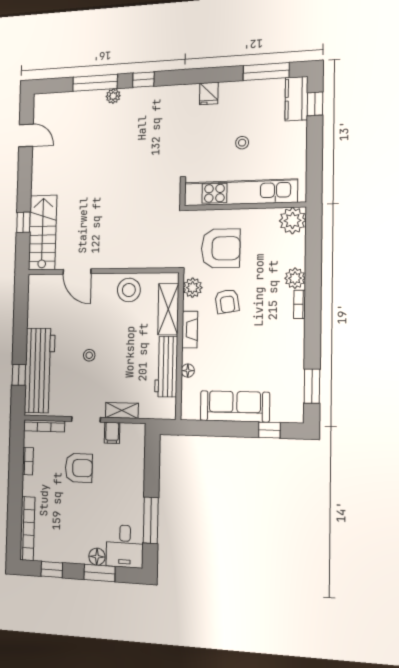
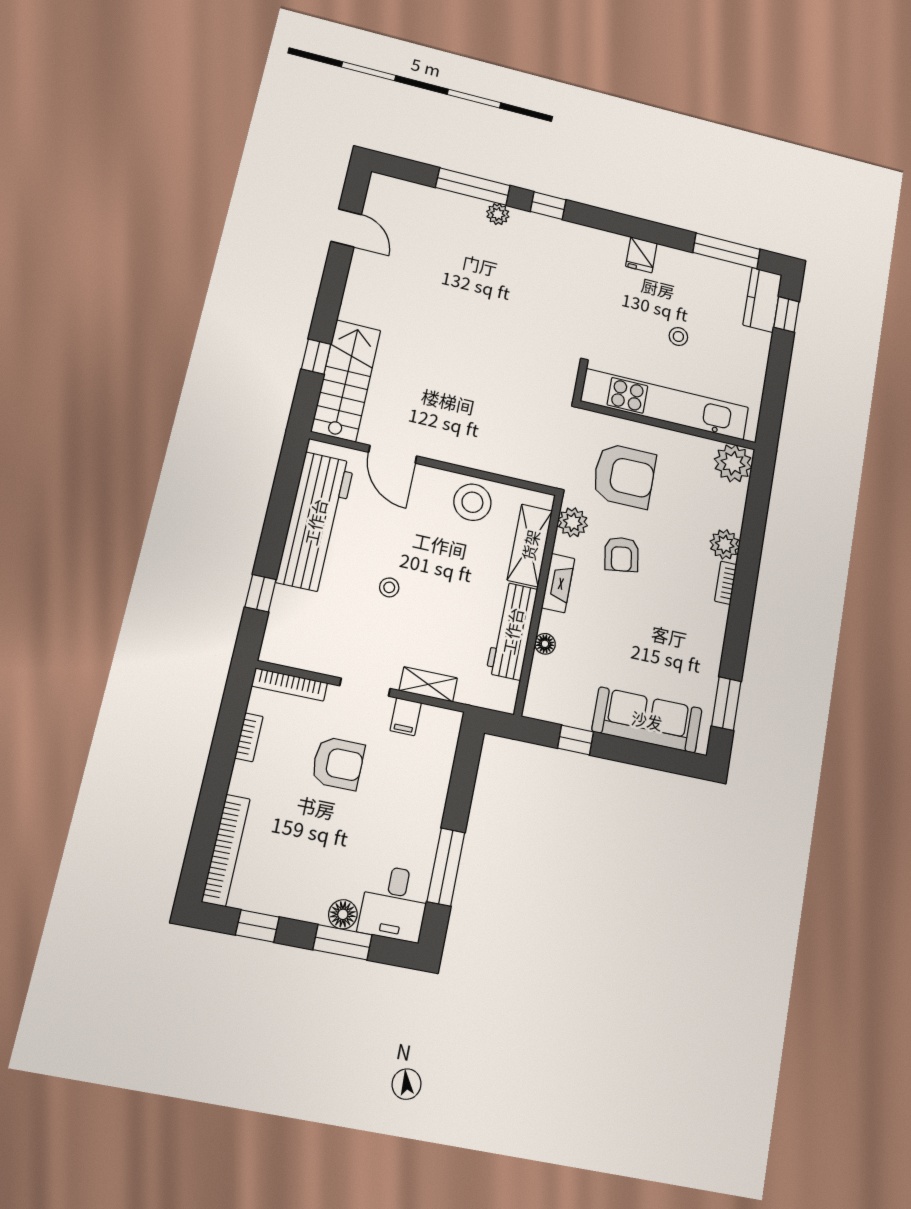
workbench: (40, 370) -> (315, 522), moved
sofa: (235, 406) -> (647, 720), moved
window: (269, 430) -> (575, 740), moved

